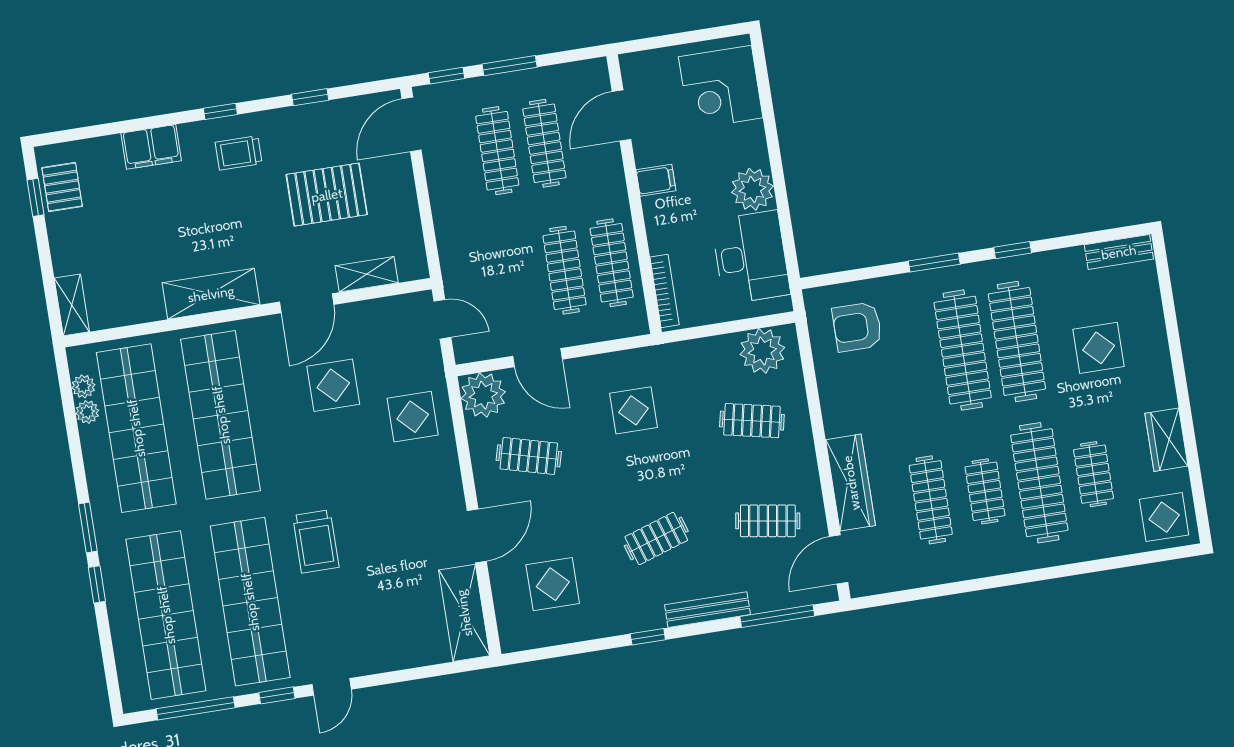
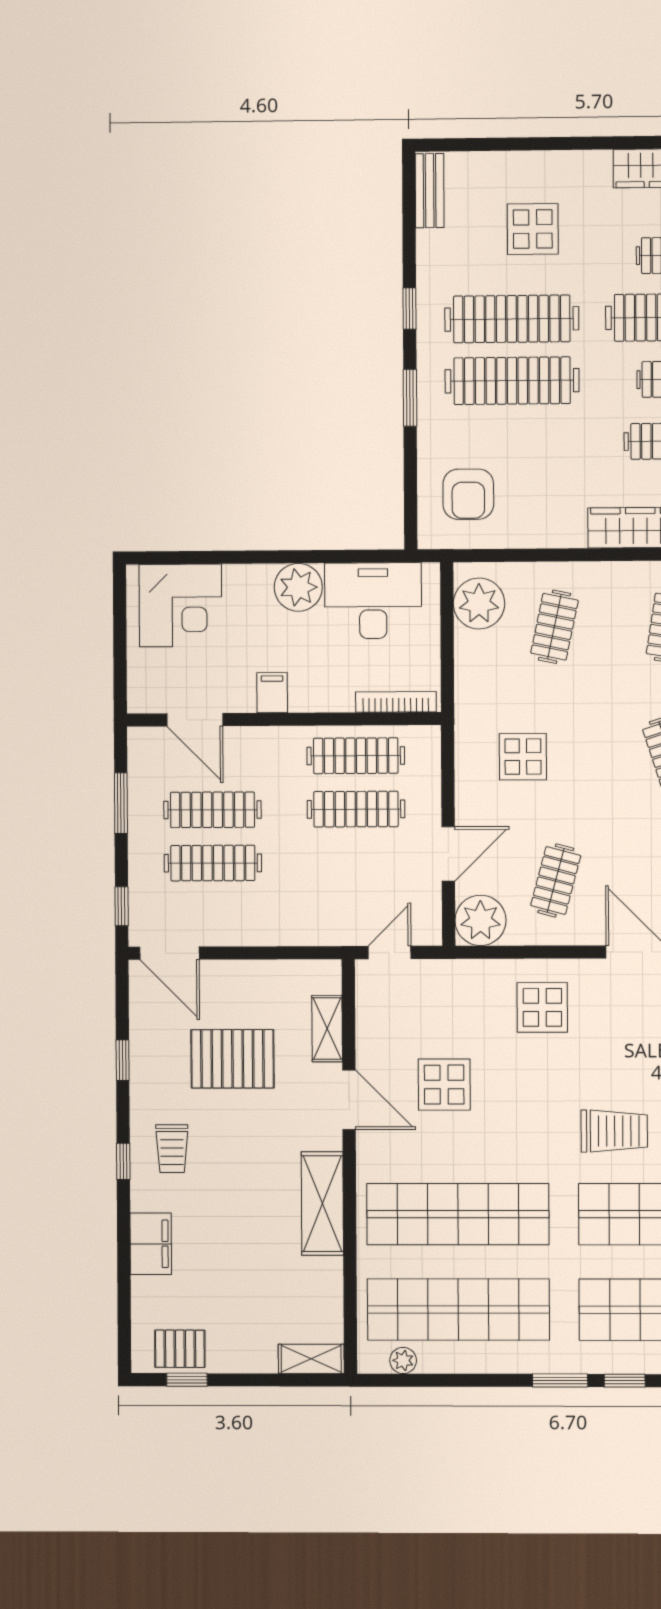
window: (510, 66) -> (121, 803), moved
pallet: (327, 195) -> (232, 1059), turned 90
plant: (87, 412) -> (432, 1361), removed
display table: (413, 417) -> (542, 1007), moved

